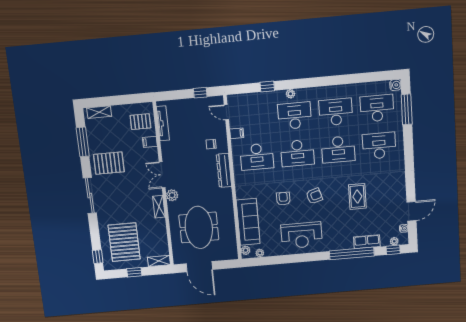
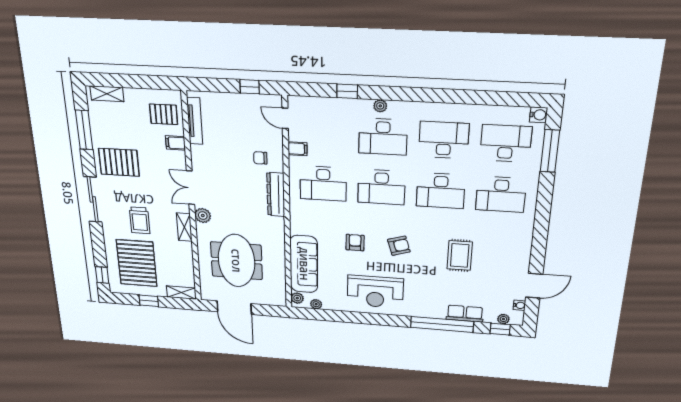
desk: (295, 116) -> (383, 137), turned 180
desk: (379, 146) -> (501, 194), turned 180
trolley: (125, 207) -> (140, 220), added

